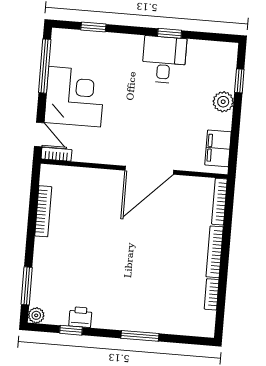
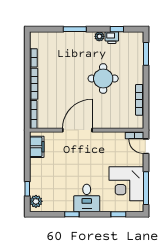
desk: (164, 60) -> (87, 198), moved
corner desk: (75, 97) -> (126, 184), moved
plant: (223, 102) -> (36, 201), moved
round table: (100, 251) -> (103, 79), added
plant: (36, 315) -> (99, 36), moved

